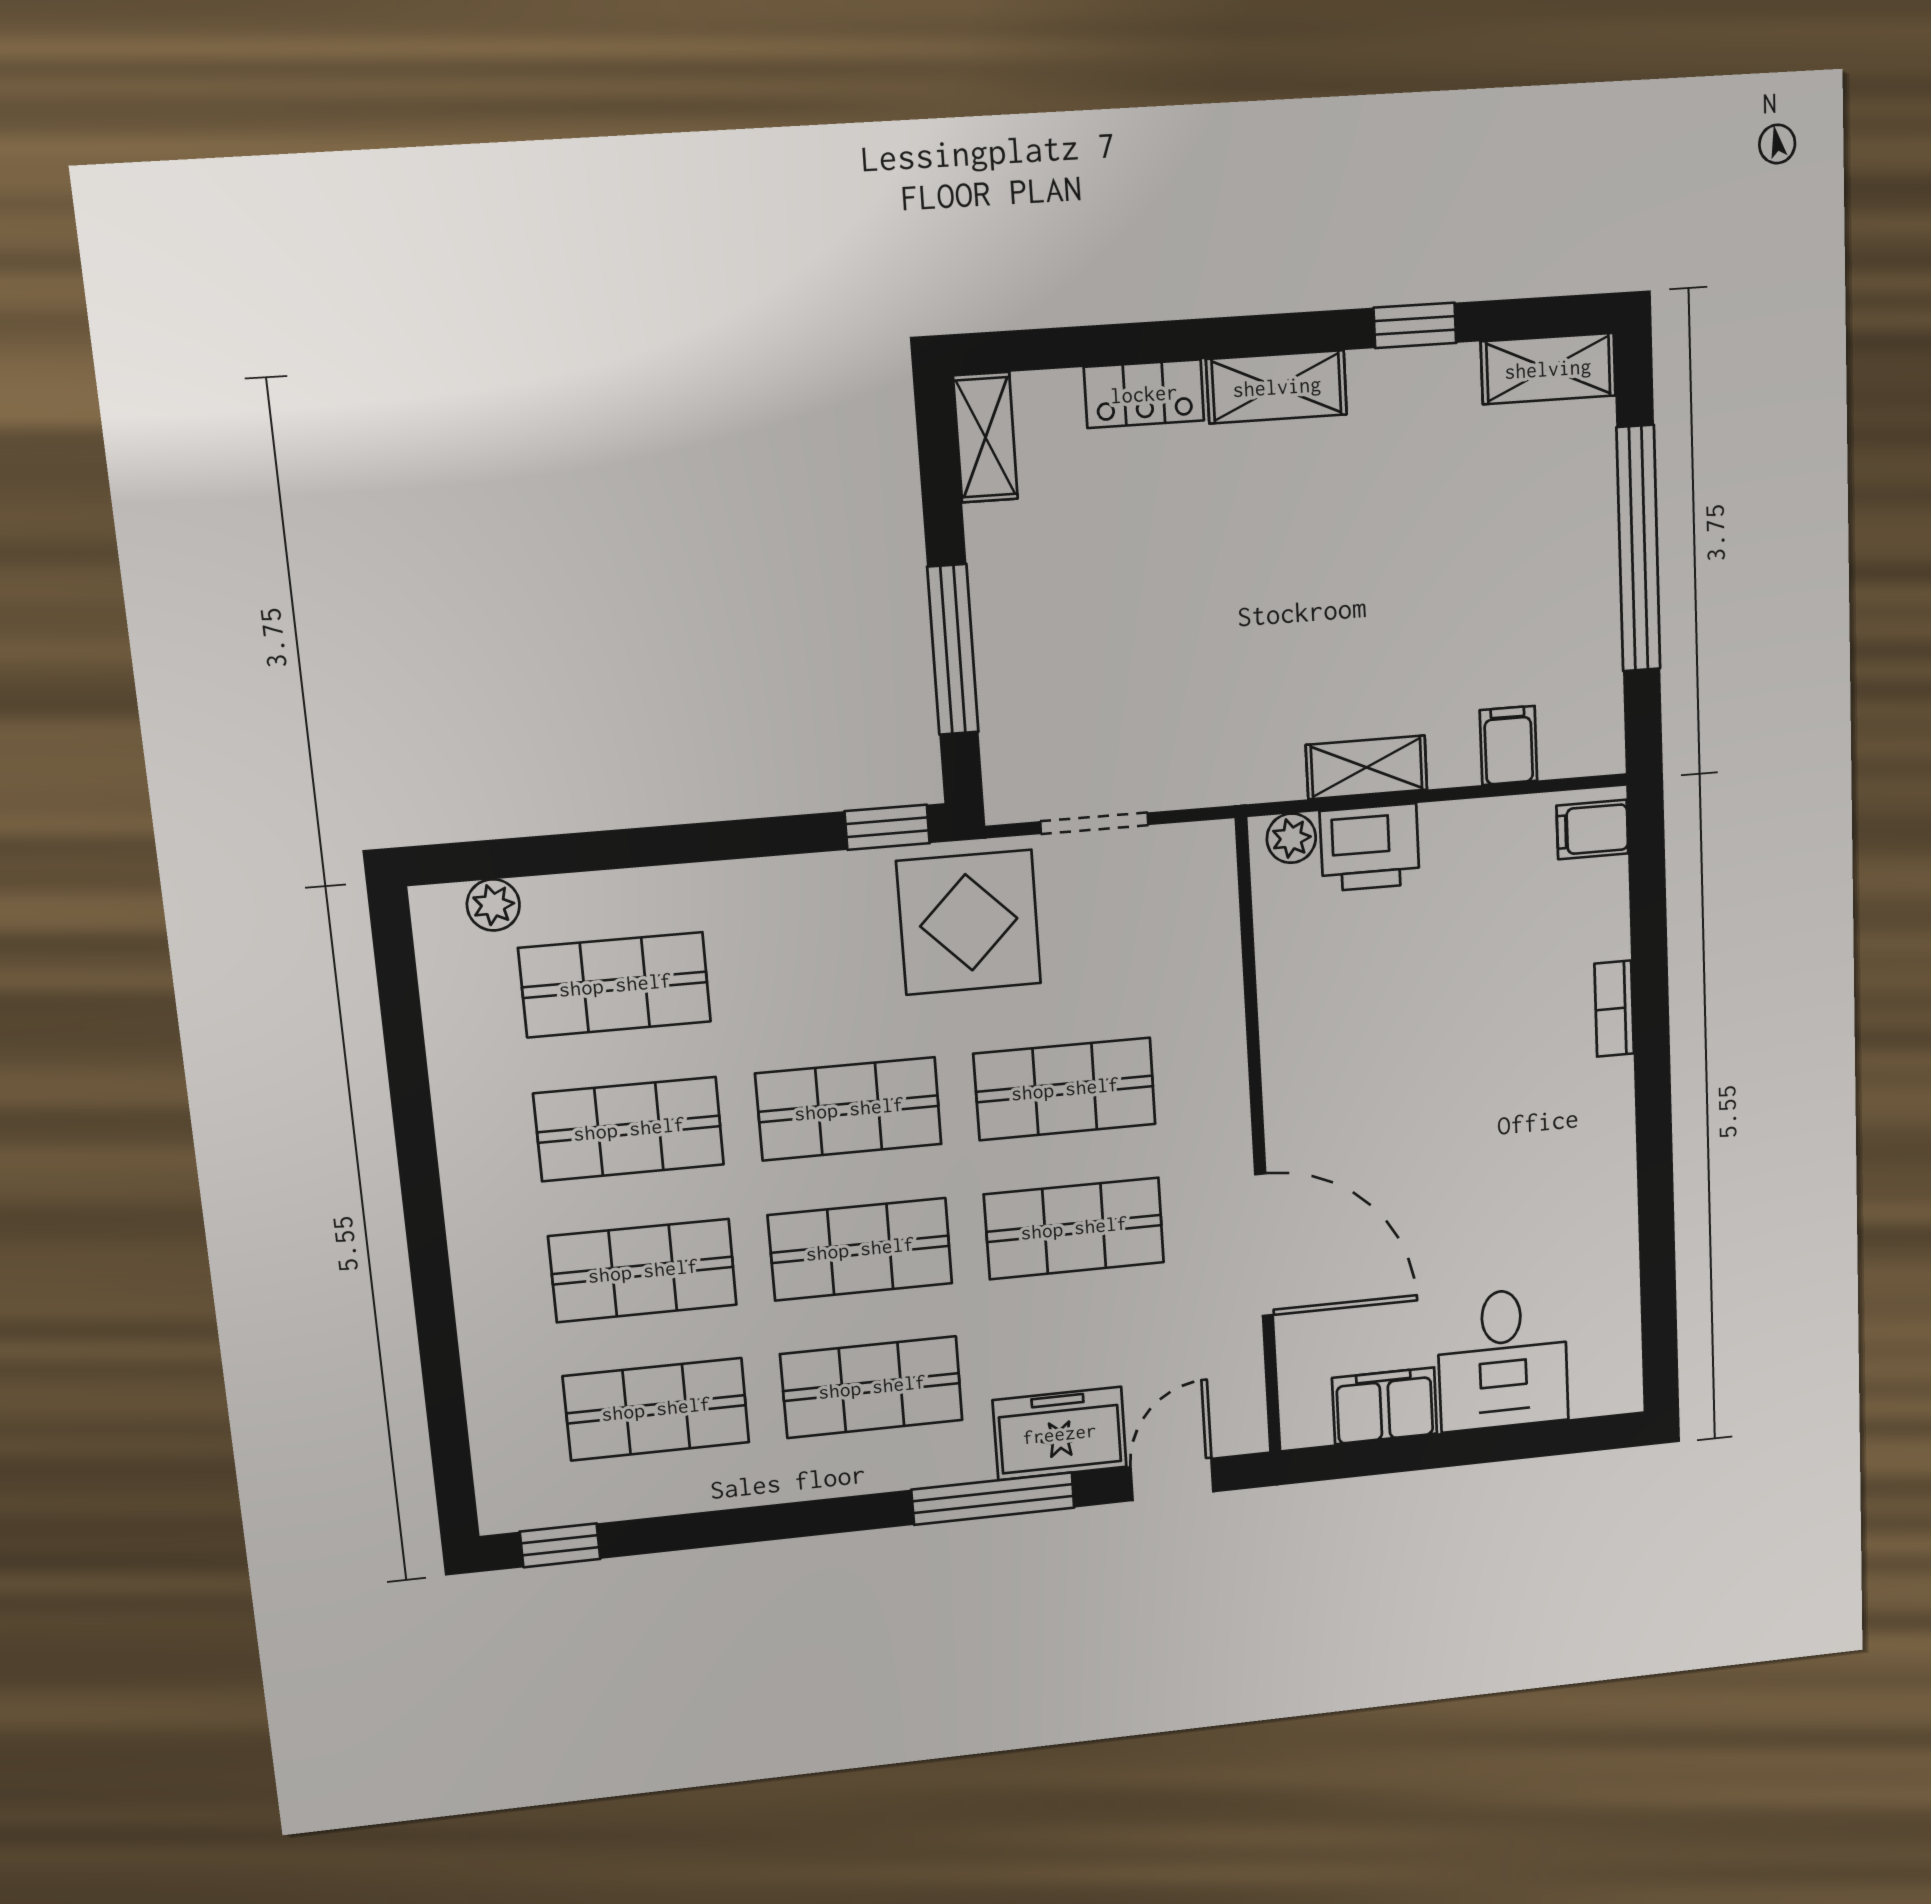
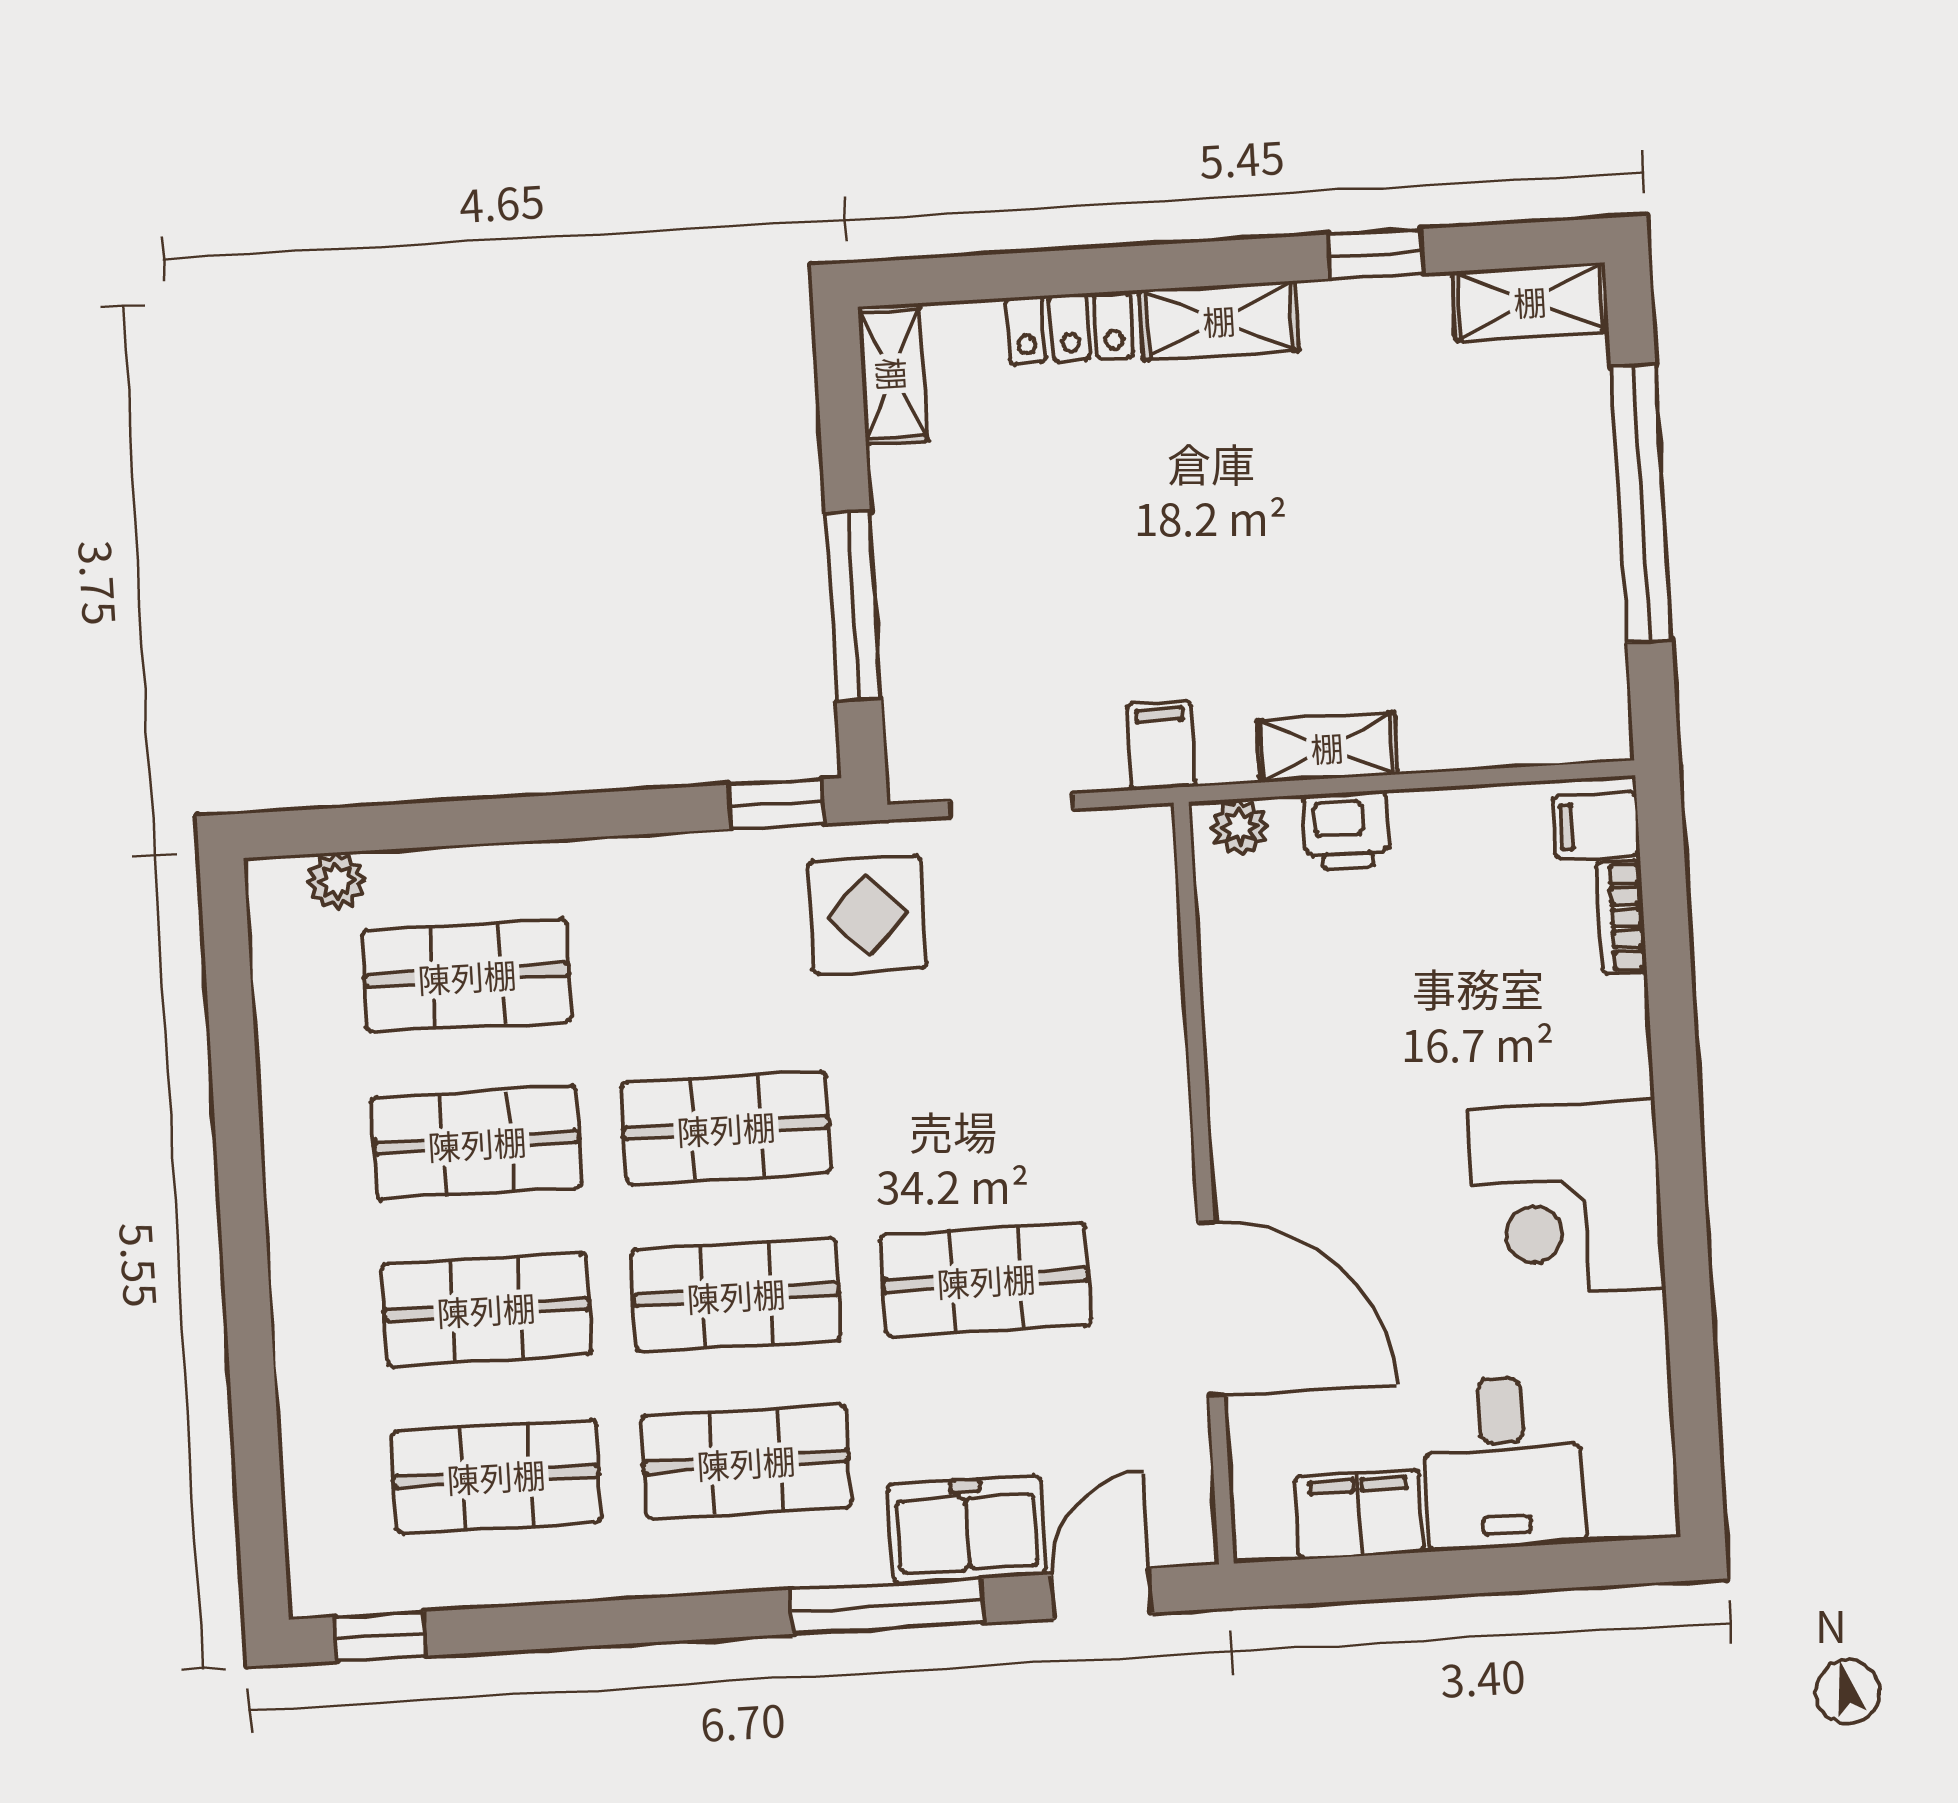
filing cabinet: (1509, 745) -> (1161, 745), moved
printer: (1370, 848) -> (1347, 830), width x0.73, depth x0.81
display table: (969, 922) -> (867, 915), width x0.73, depth x0.73
bookcase: (1614, 1009) -> (1621, 917), moved
shop shelf: (1065, 1089) -> (976, 1113), removed
corner desk: (1559, 1143) -> (1566, 1198), added

